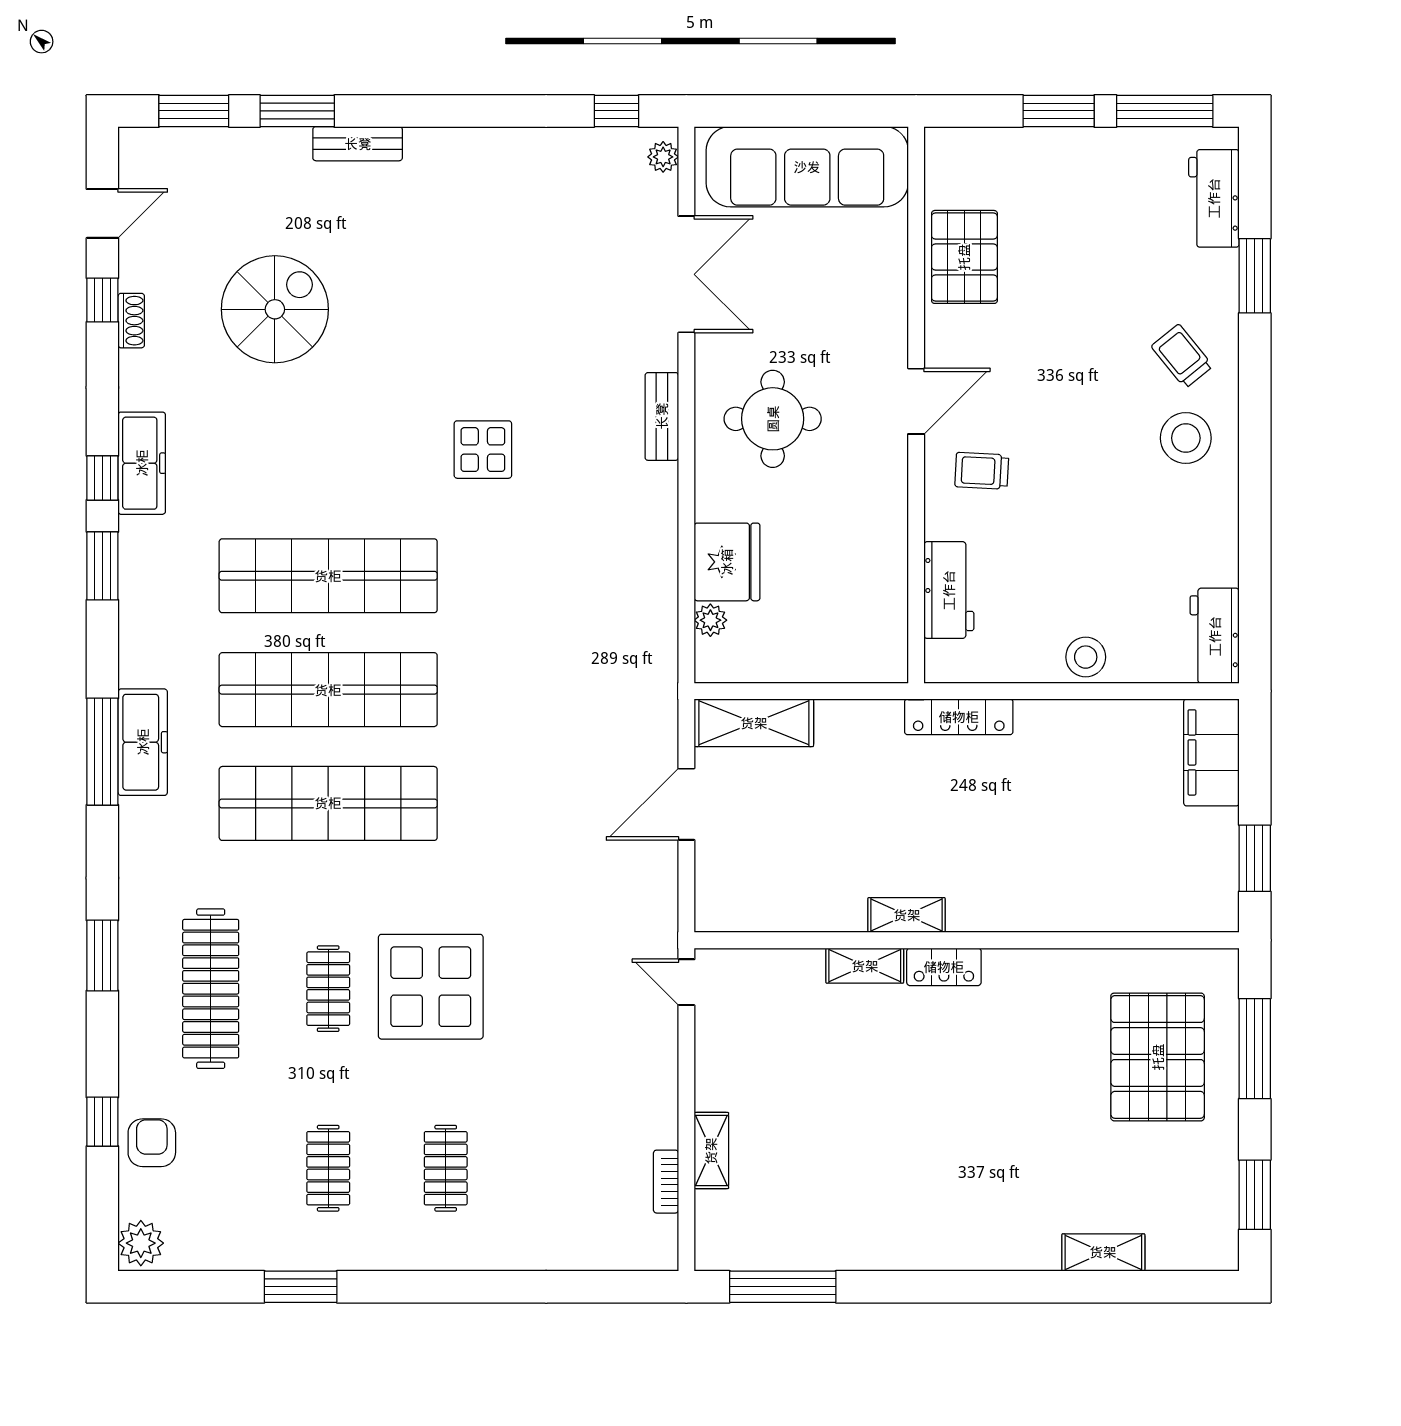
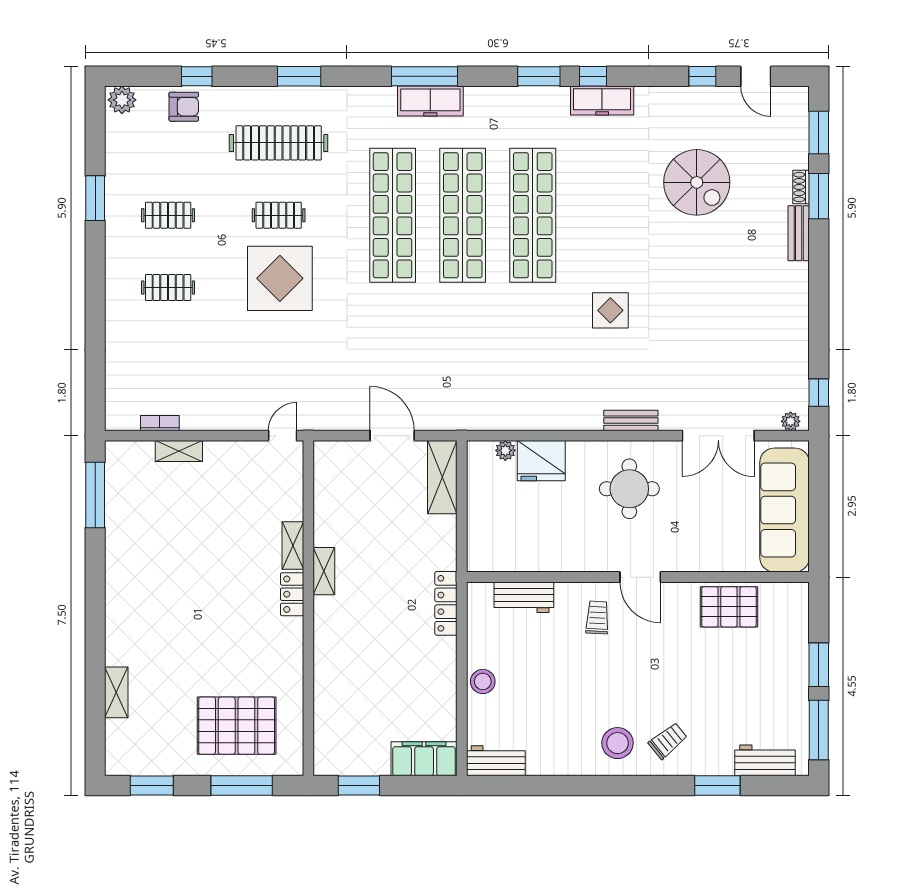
shoe rack: (131, 321) -> (801, 187), moved, turned 90

